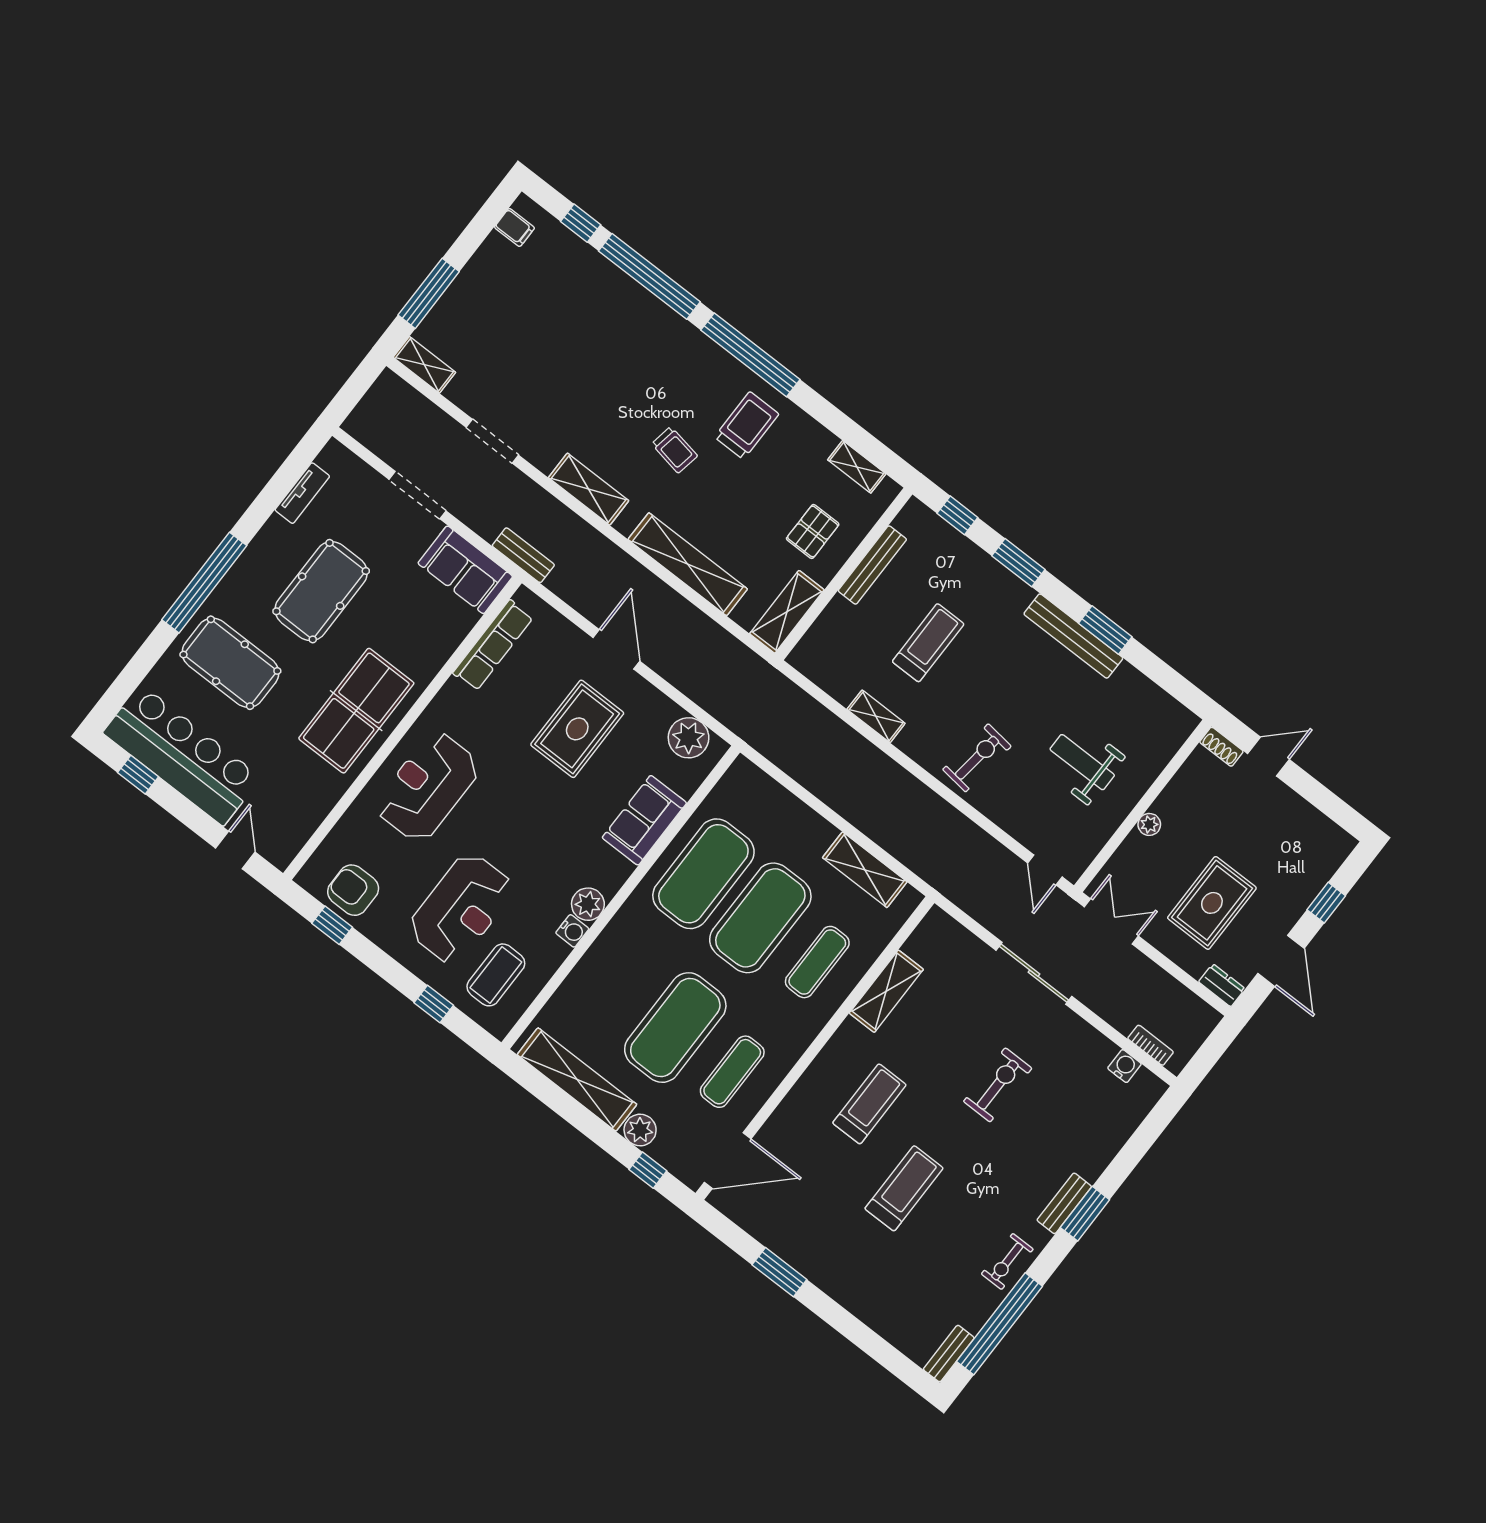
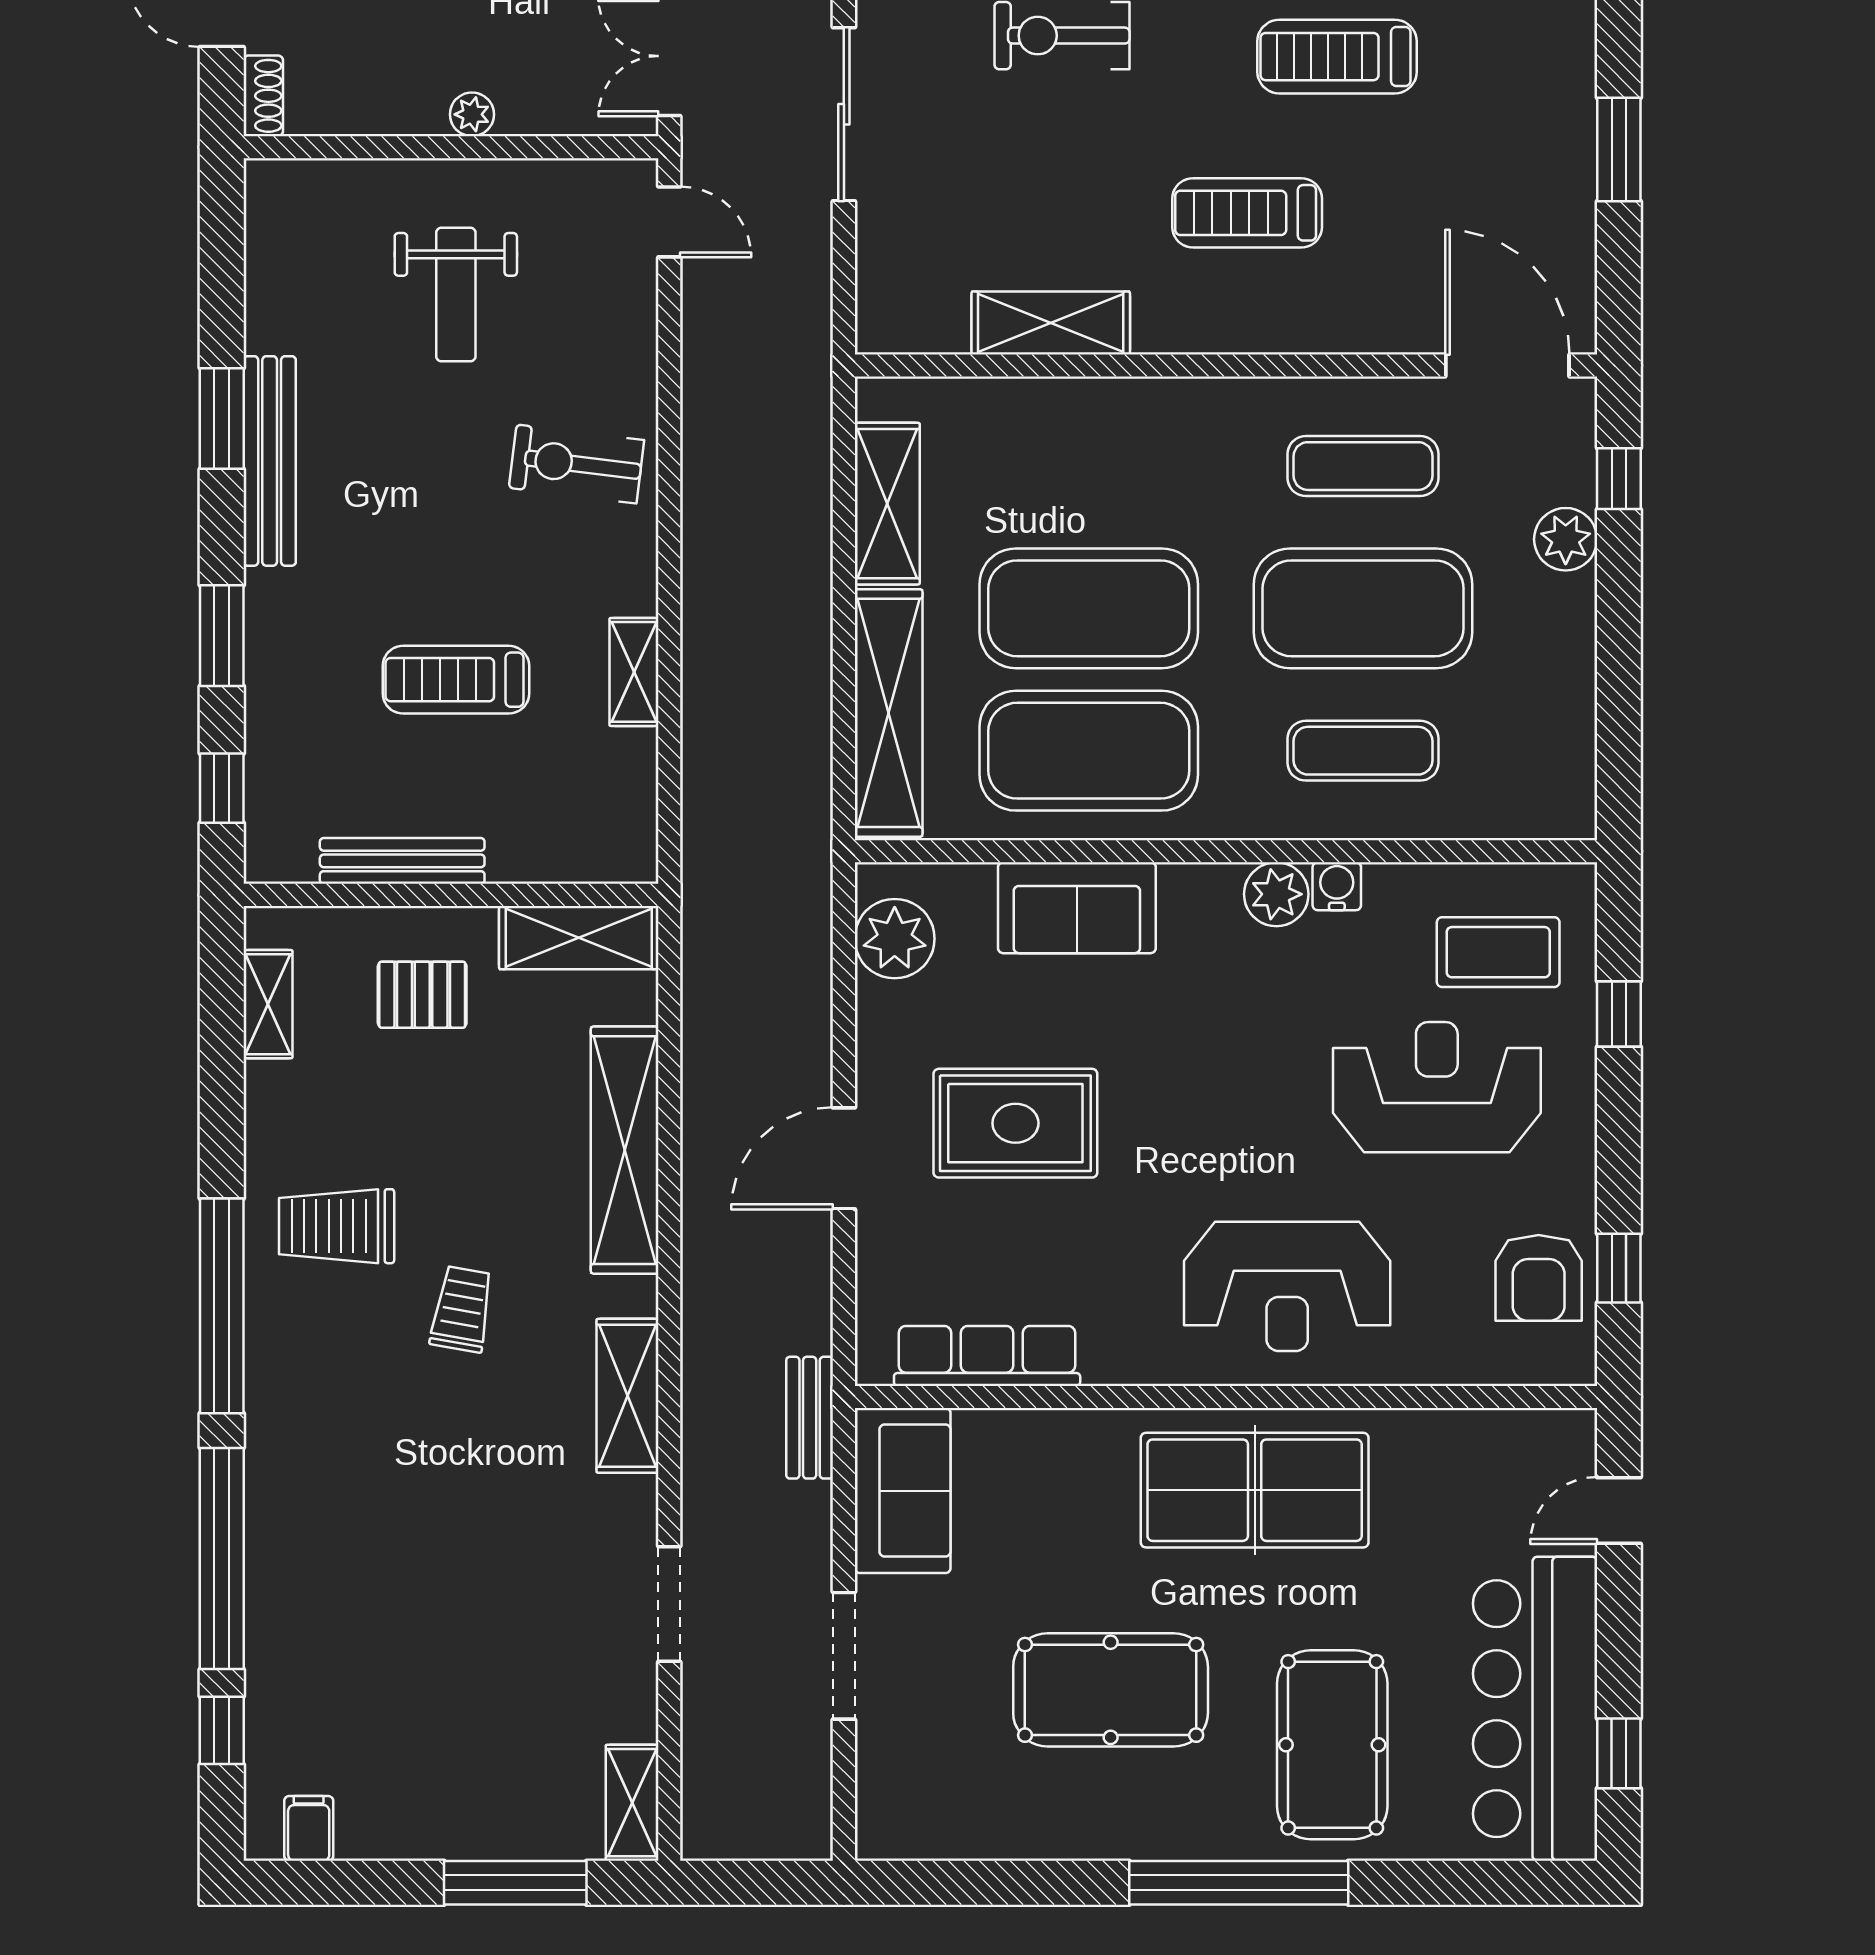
tv unit: (302, 493) -> (980, 1838), removed
door: (1045, 870) -> (669, 222), hinge flipped
exercise mat: (817, 962) -> (1363, 751), moved
shelving: (577, 1079) -> (889, 713), moved

